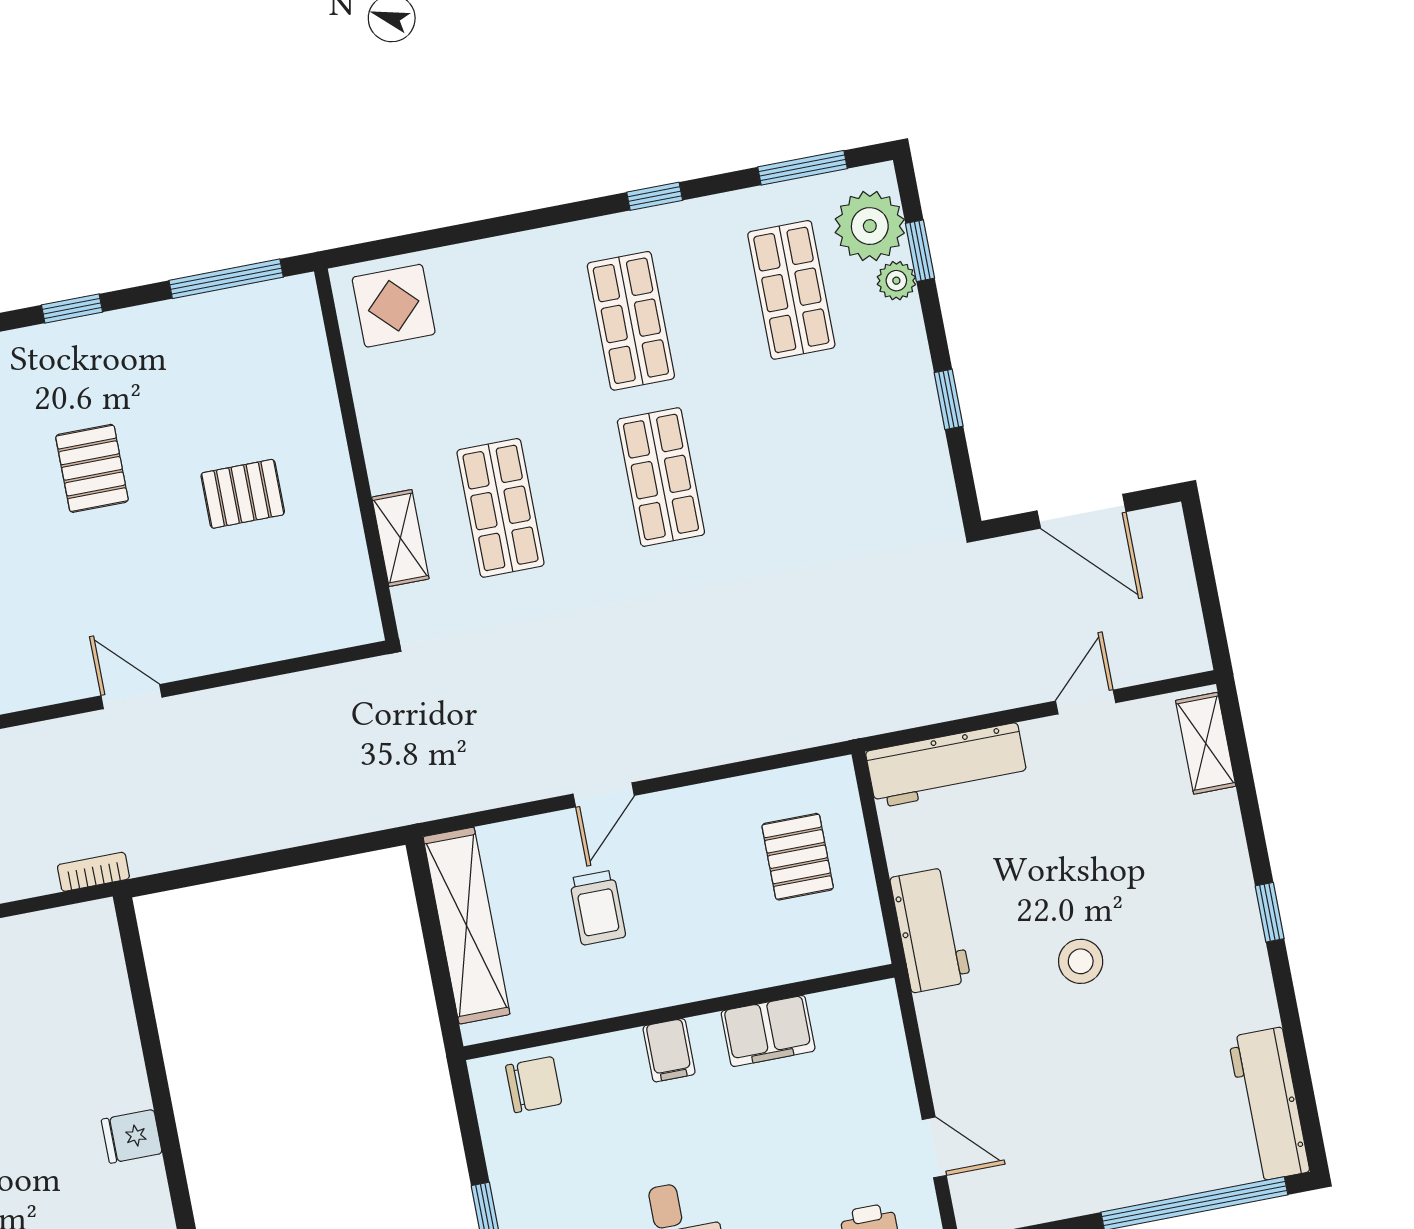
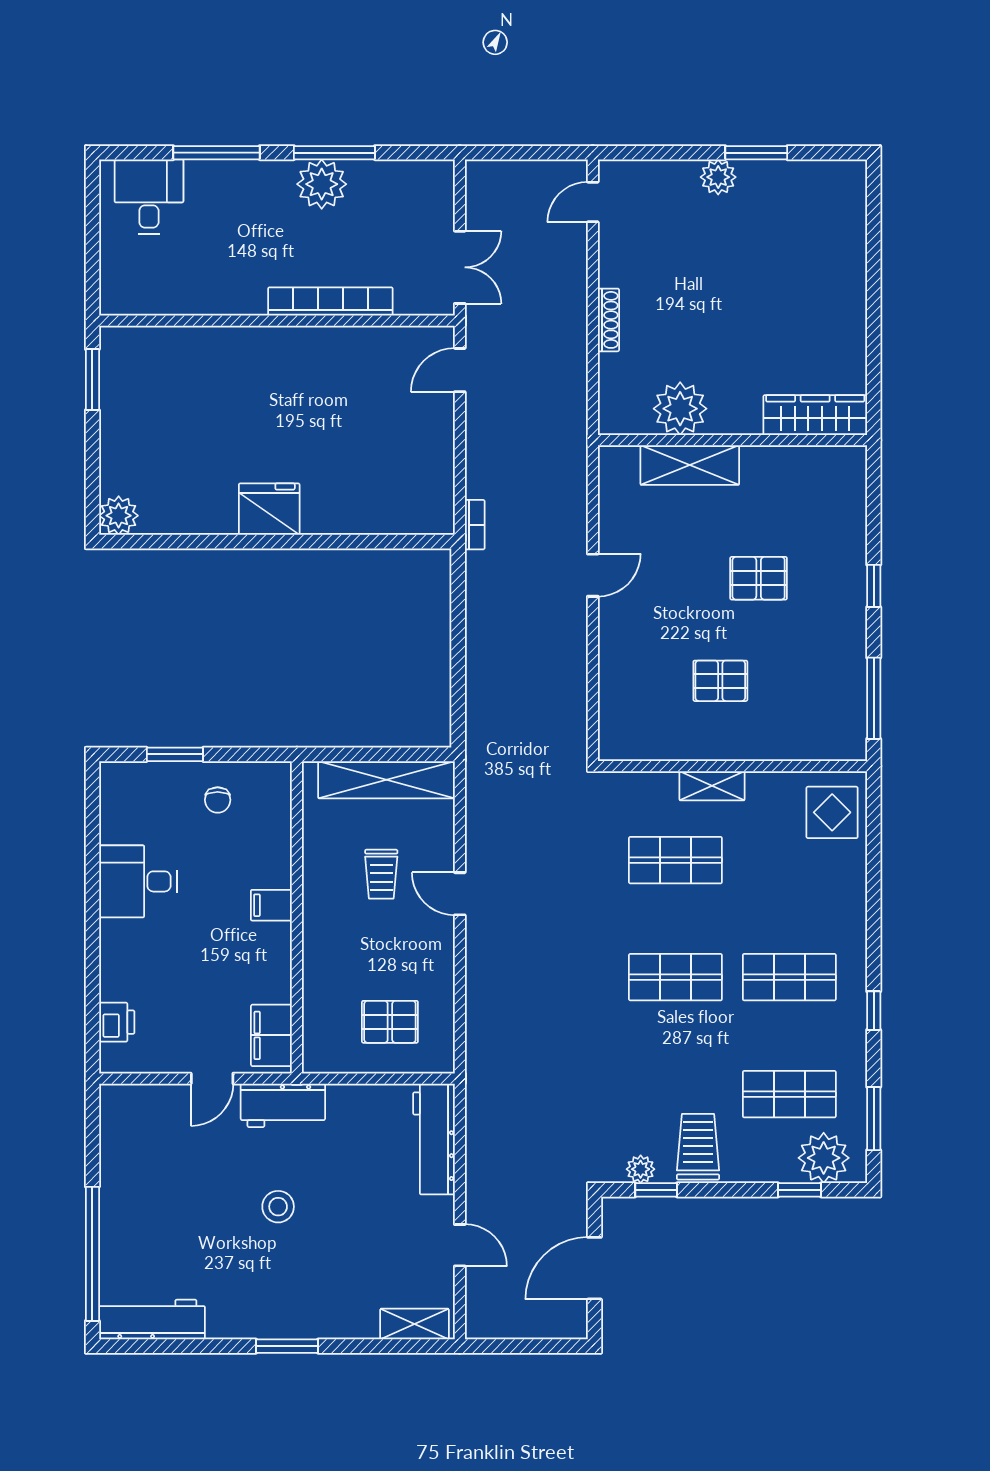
plant: (896, 281) -> (641, 1169), moved
window: (949, 399) -> (656, 1190), moved
trolley: (888, 401) -> (698, 1147), added
pallet: (243, 494) -> (720, 681), turned 90
shelving: (400, 538) -> (712, 786), moved
trolley: (597, 908) -> (381, 874), turned -90
window: (1270, 912) -> (287, 1346), width x1.50
workbench: (930, 930) -> (283, 1105), moved
filing cabinet: (768, 1031) -> (271, 1035), moved
chair: (534, 1085) -> (218, 800), moved, width x0.73, depth x0.73
fridge: (132, 1136) -> (269, 509), width x1.88, depth x1.34
door: (934, 1147) -> (212, 1079), moved

